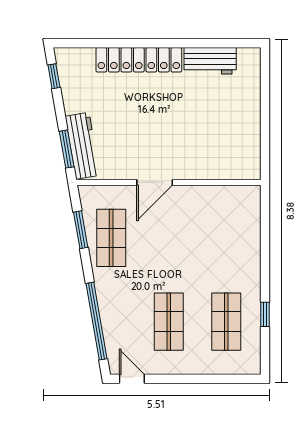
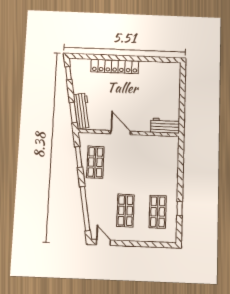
workbench: (210, 61) -> (165, 126), moved, turned 180
door: (155, 182) -> (121, 133), swing flipped

